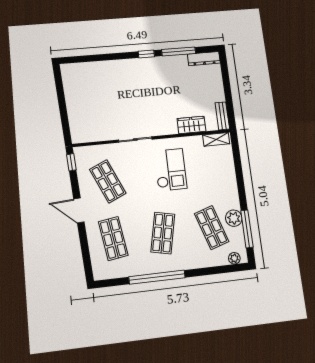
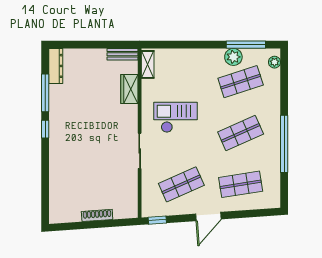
shoe rack: (71, 106) -> (97, 215), added
shop shelf: (163, 233) -> (241, 133), turned -36

